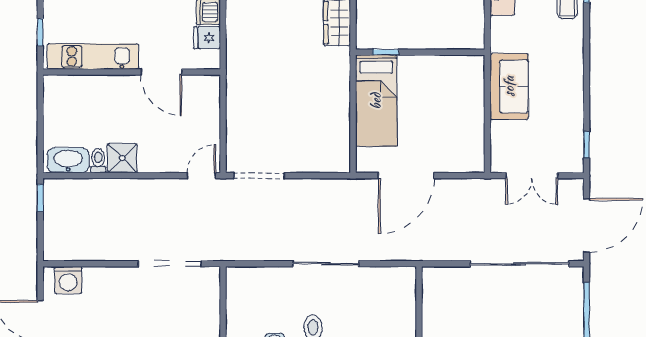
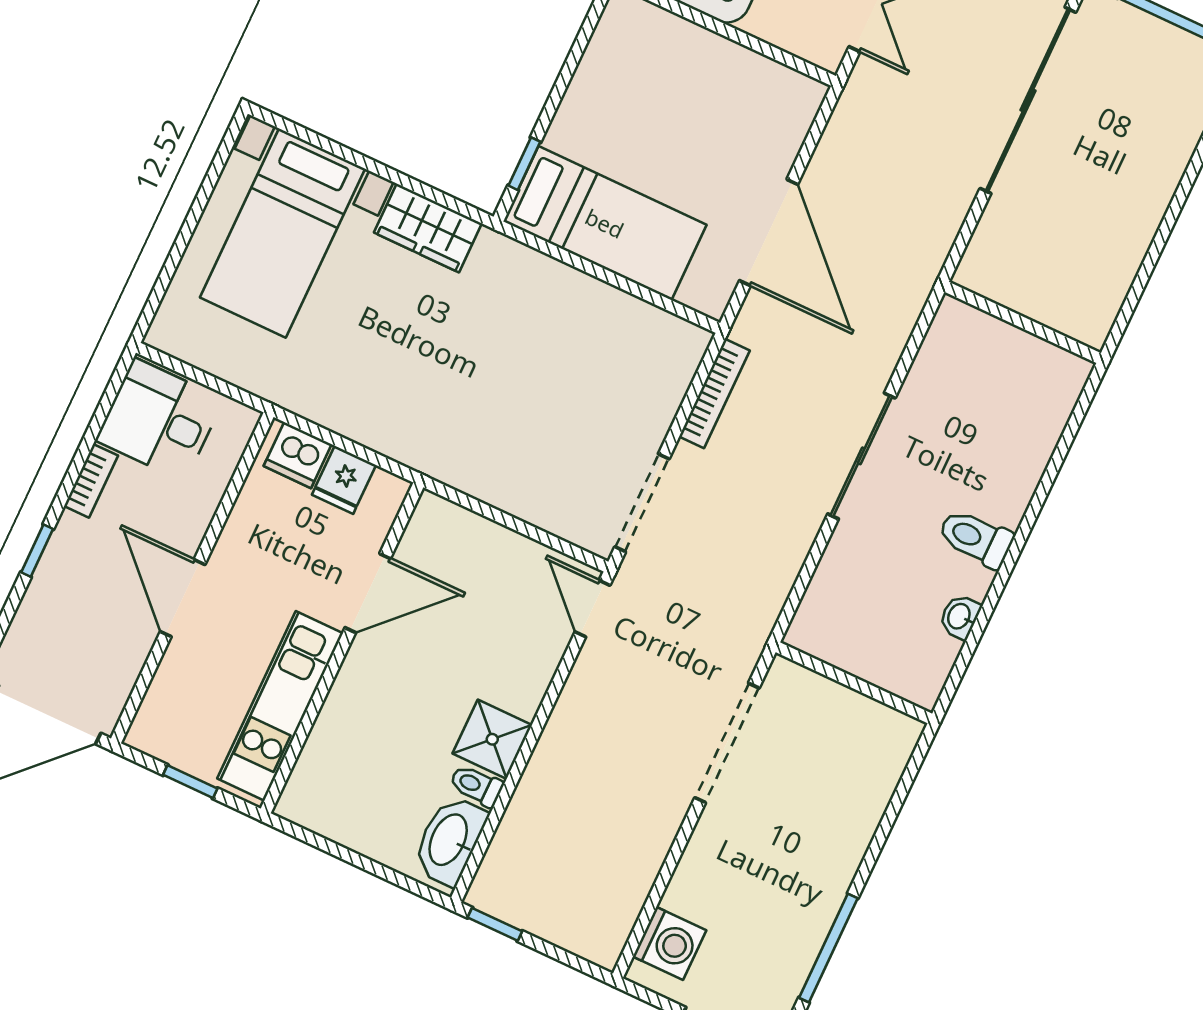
bookcase: (323, 185) -> (714, 394), added

